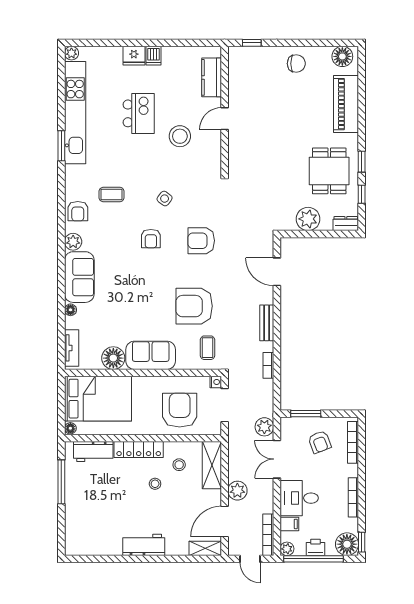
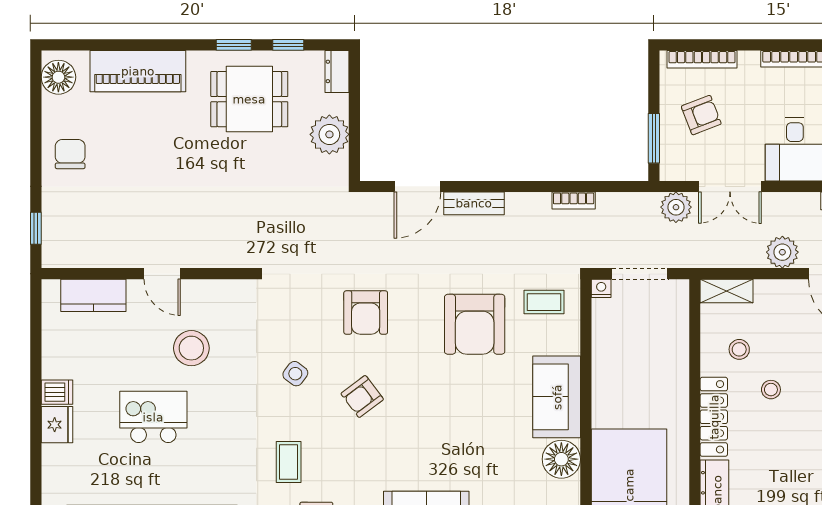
armchair: (151, 239) -> (362, 396), turned 143
bench: (267, 323) -> (474, 203), moved
armchair: (180, 410) -> (648, 348), removed
shelving: (212, 465) -> (727, 291), width x0.67, depth x0.75

